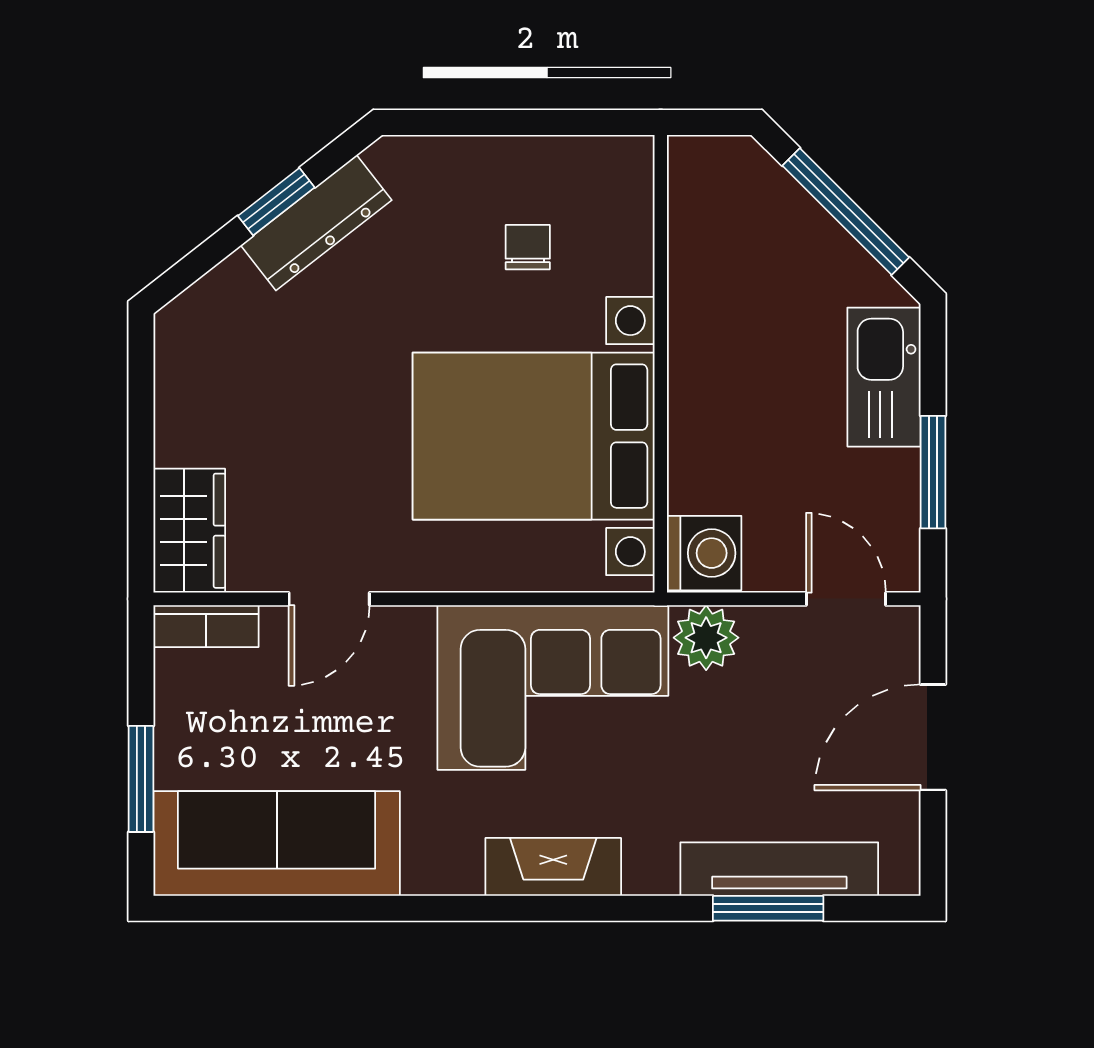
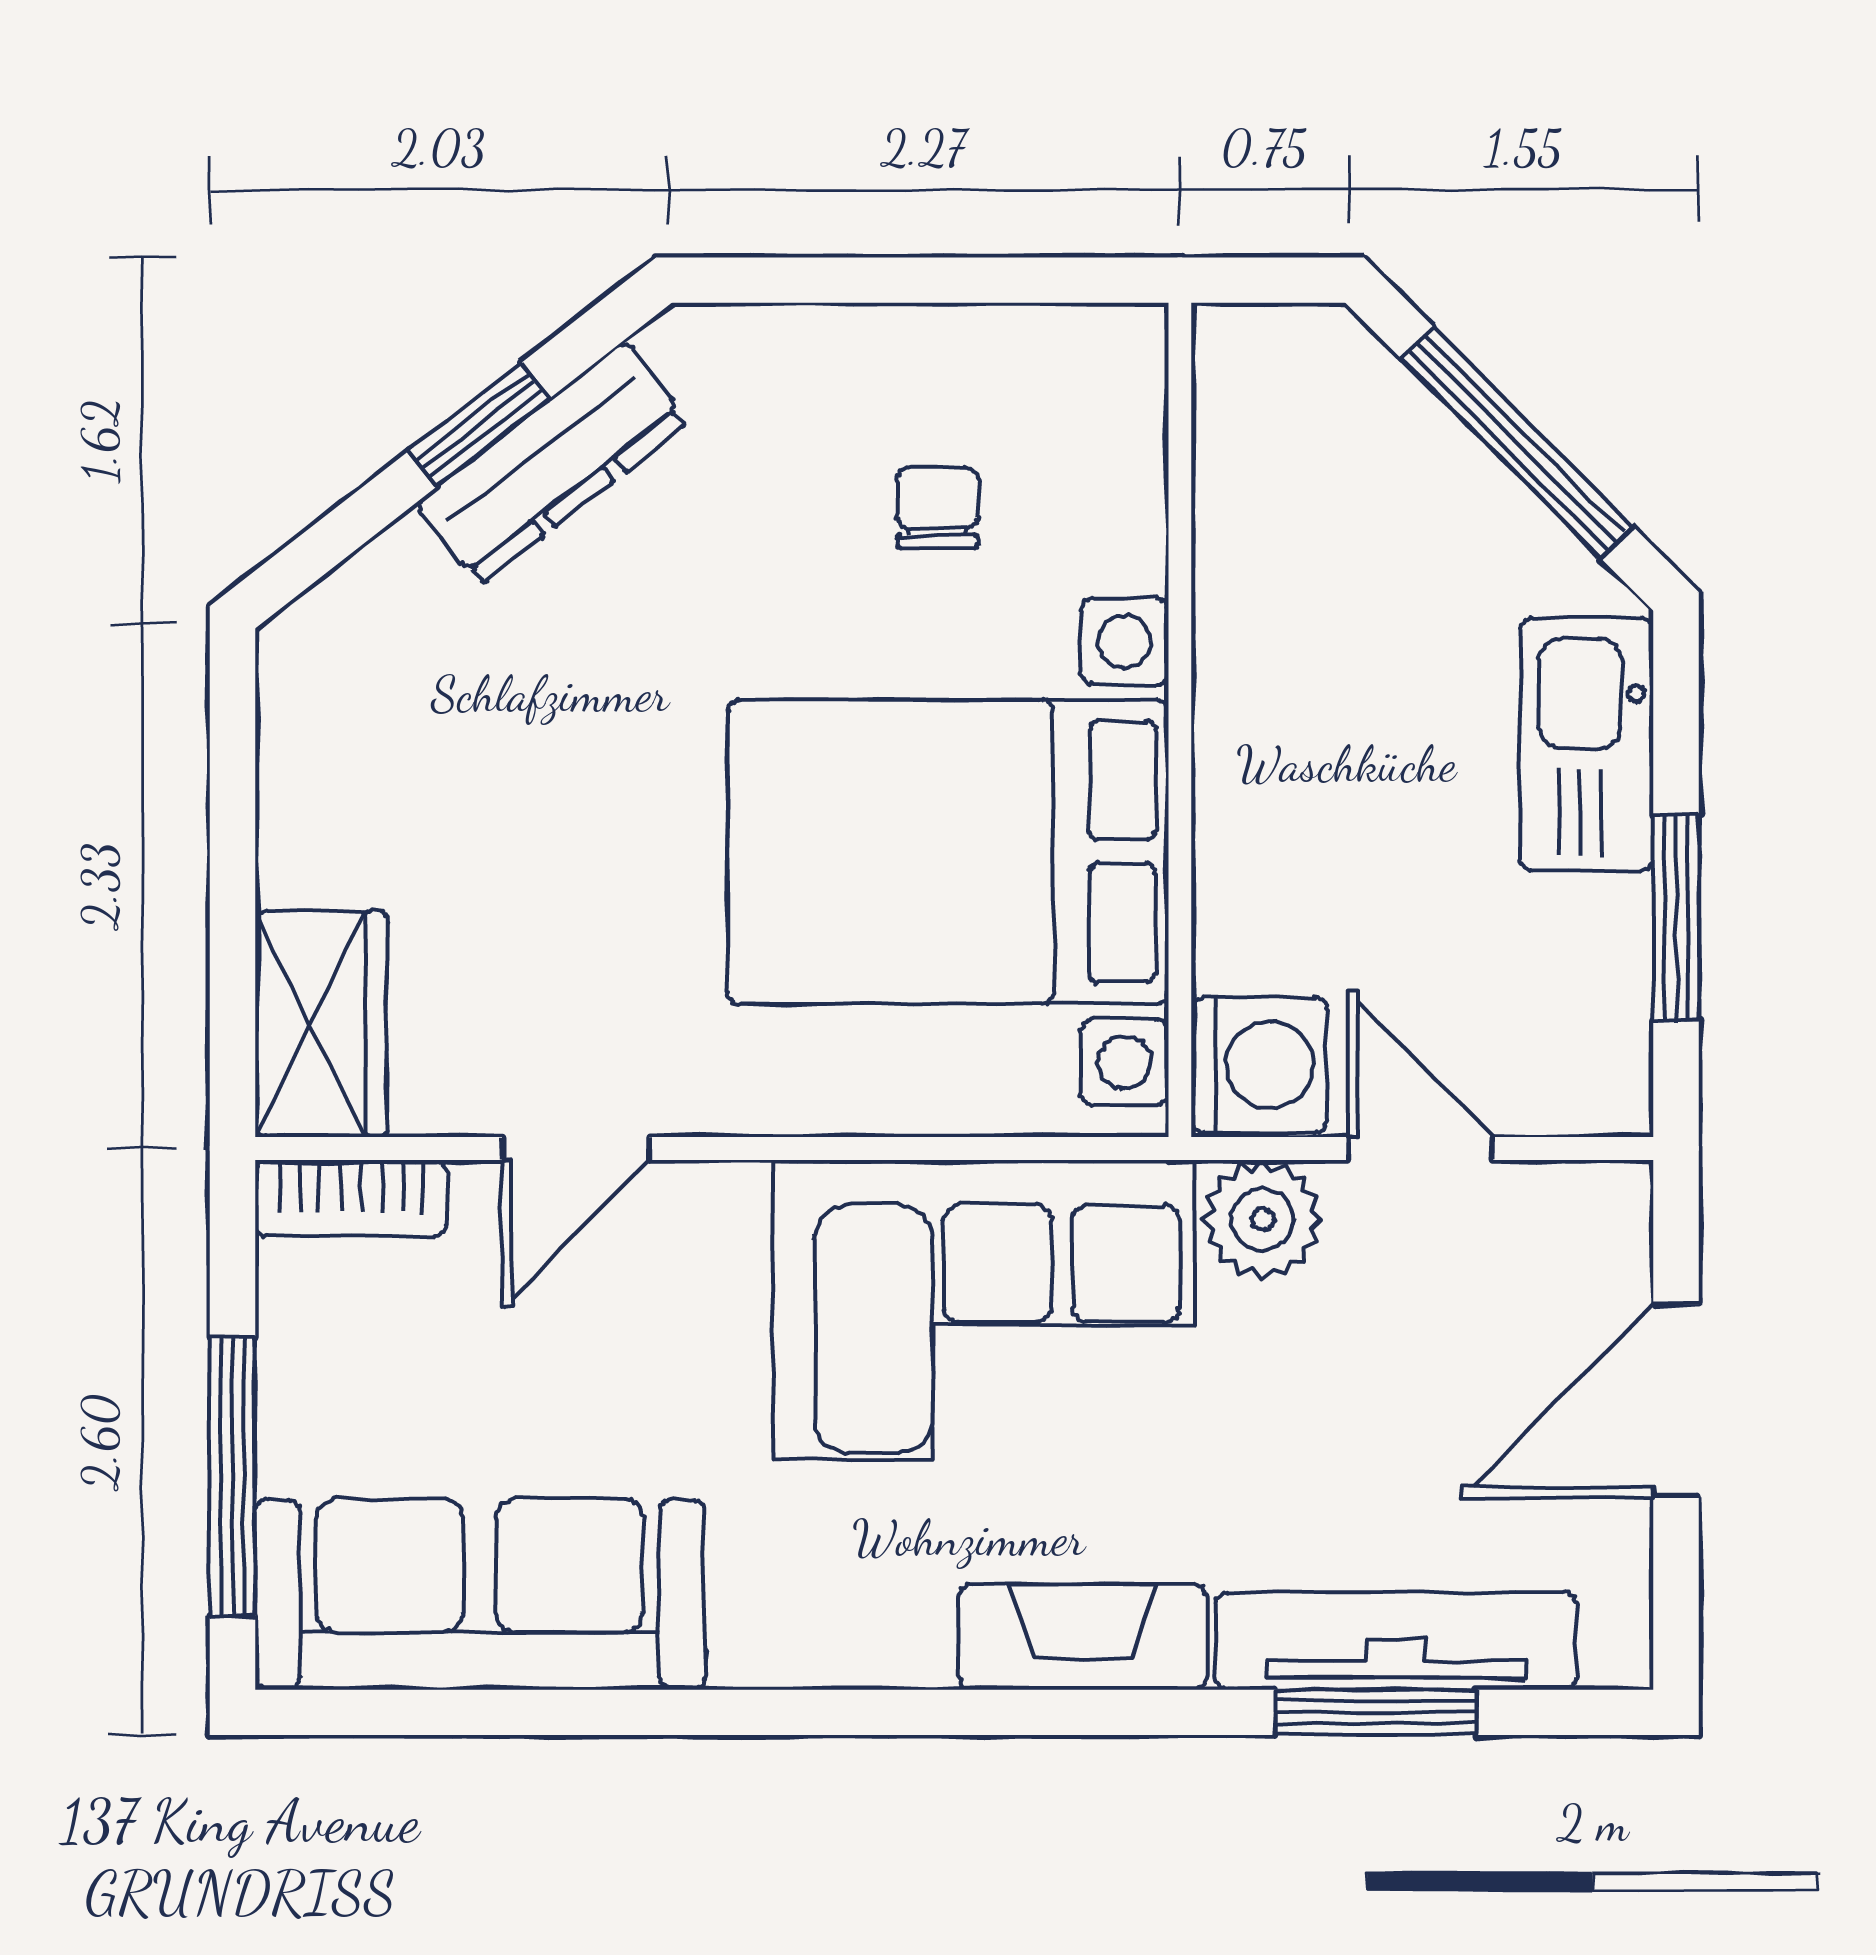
door: (846, 599) -> (1421, 1148), moved
window: (141, 779) -> (233, 1476), width x1.44
fireplace: (553, 867) -> (1083, 1637), moved

